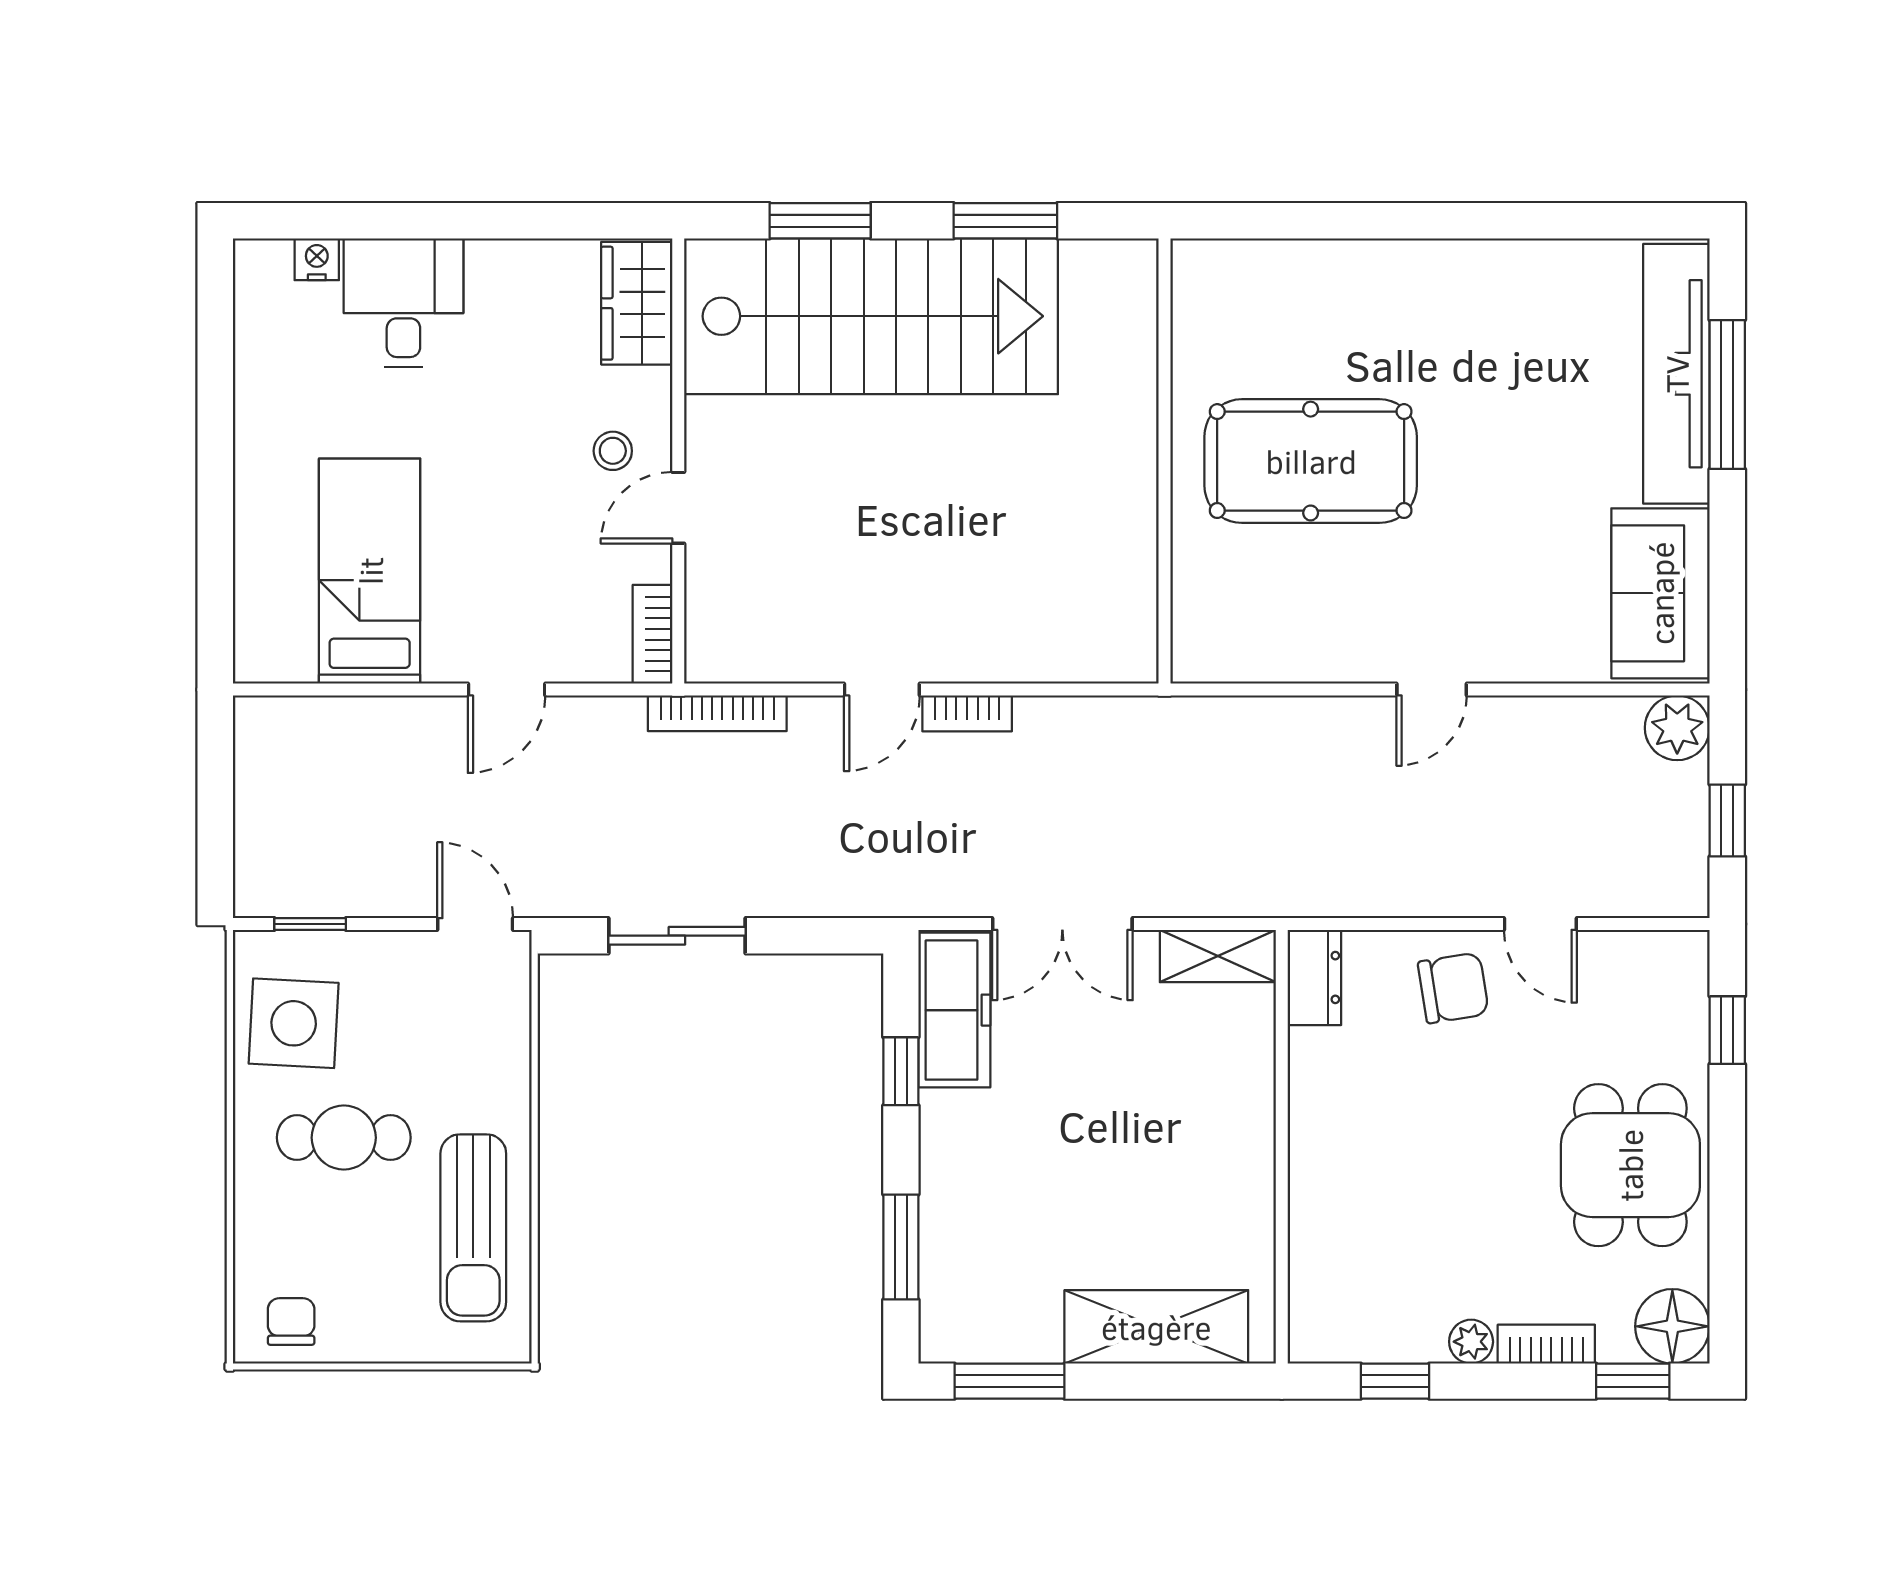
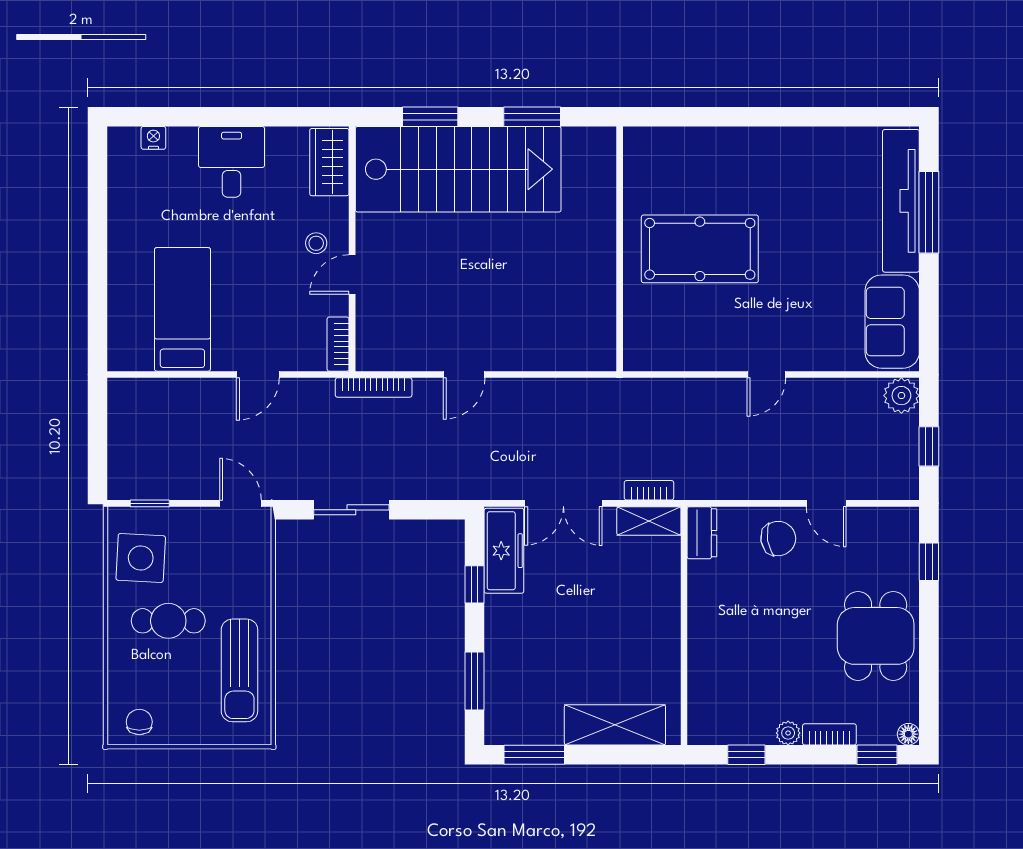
desk: (403, 303) -> (232, 162), moved
bookcase: (967, 713) -> (649, 490), moved, turned 180
floor lamp: (1672, 1326) -> (908, 734), width x0.53, depth x0.53

